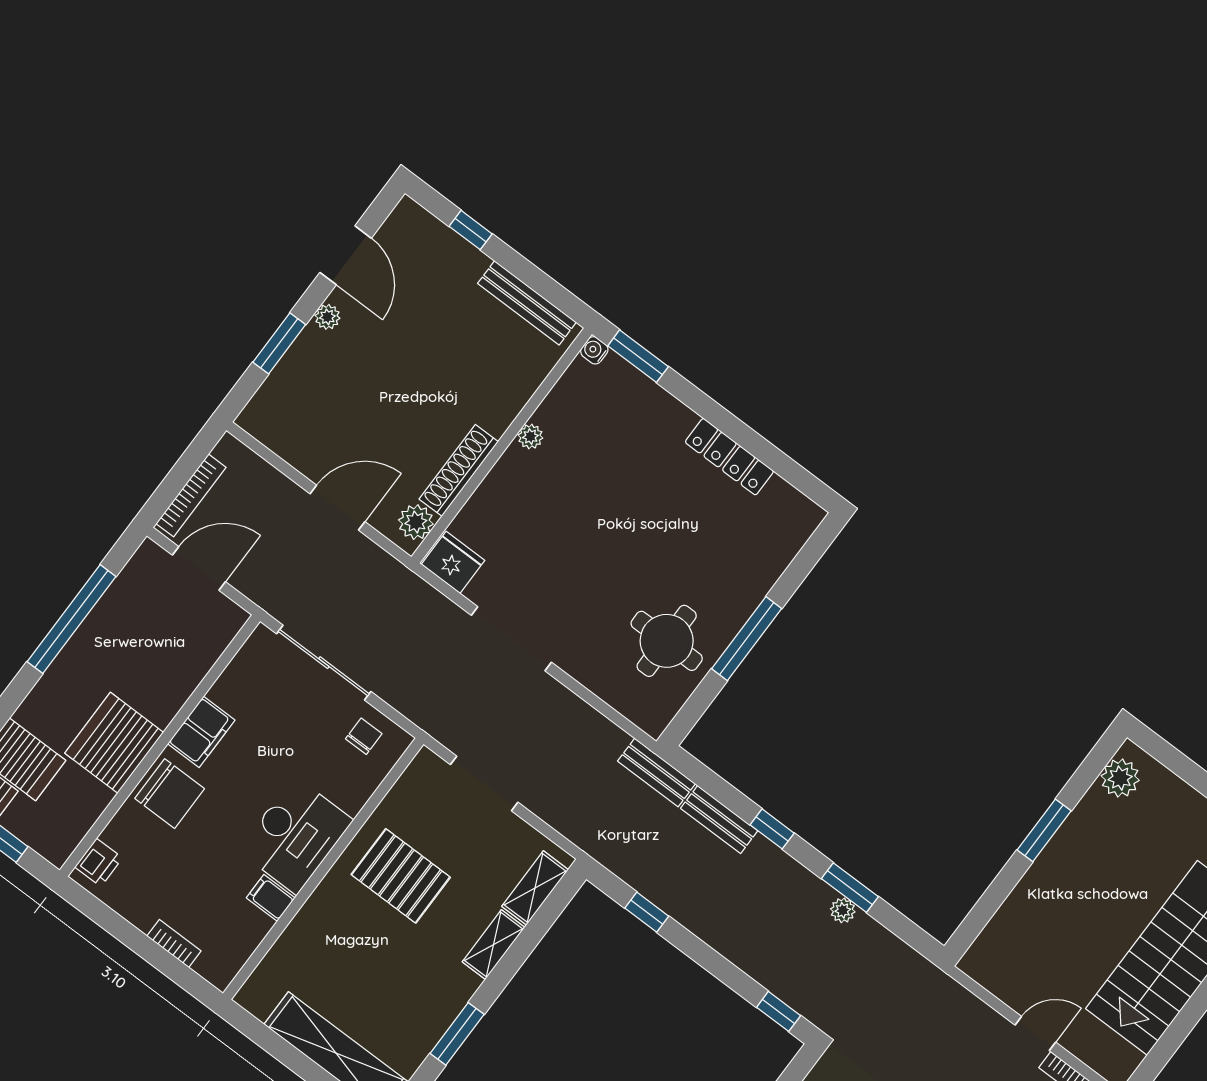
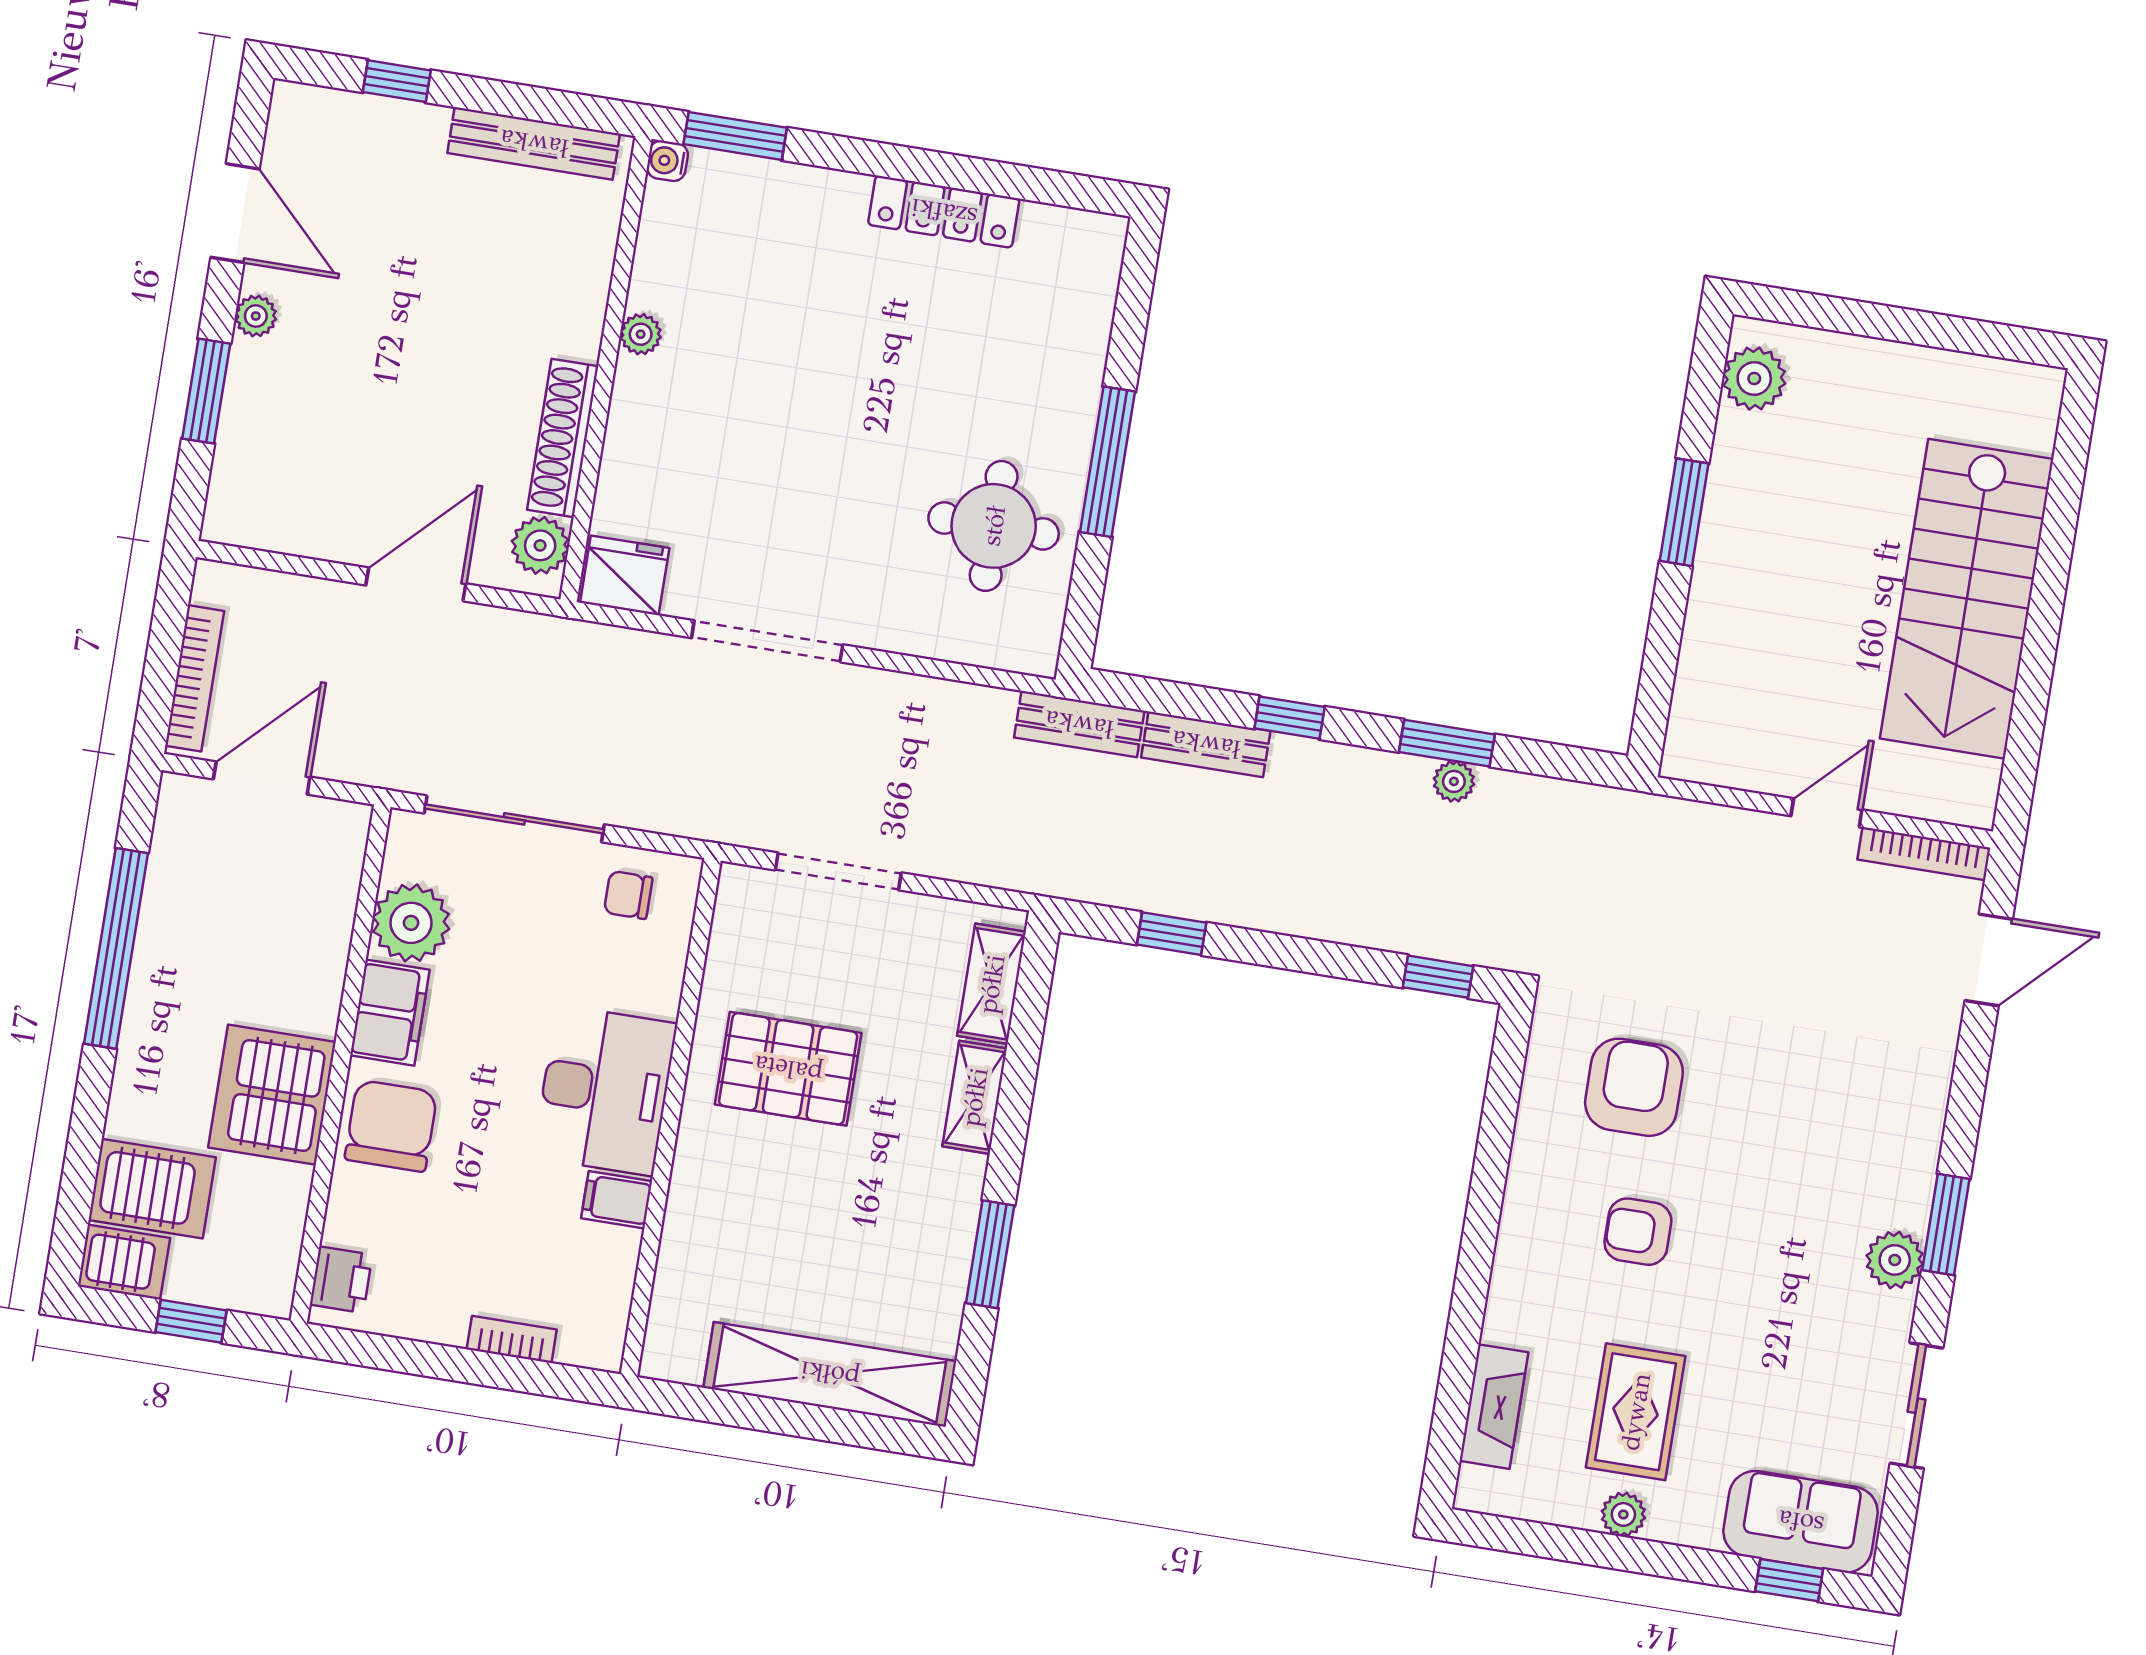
plant: (238, 689) -> (411, 923), added
chair: (364, 736) -> (628, 895), turned -90
chair: (170, 794) -> (391, 1126), turned -90

